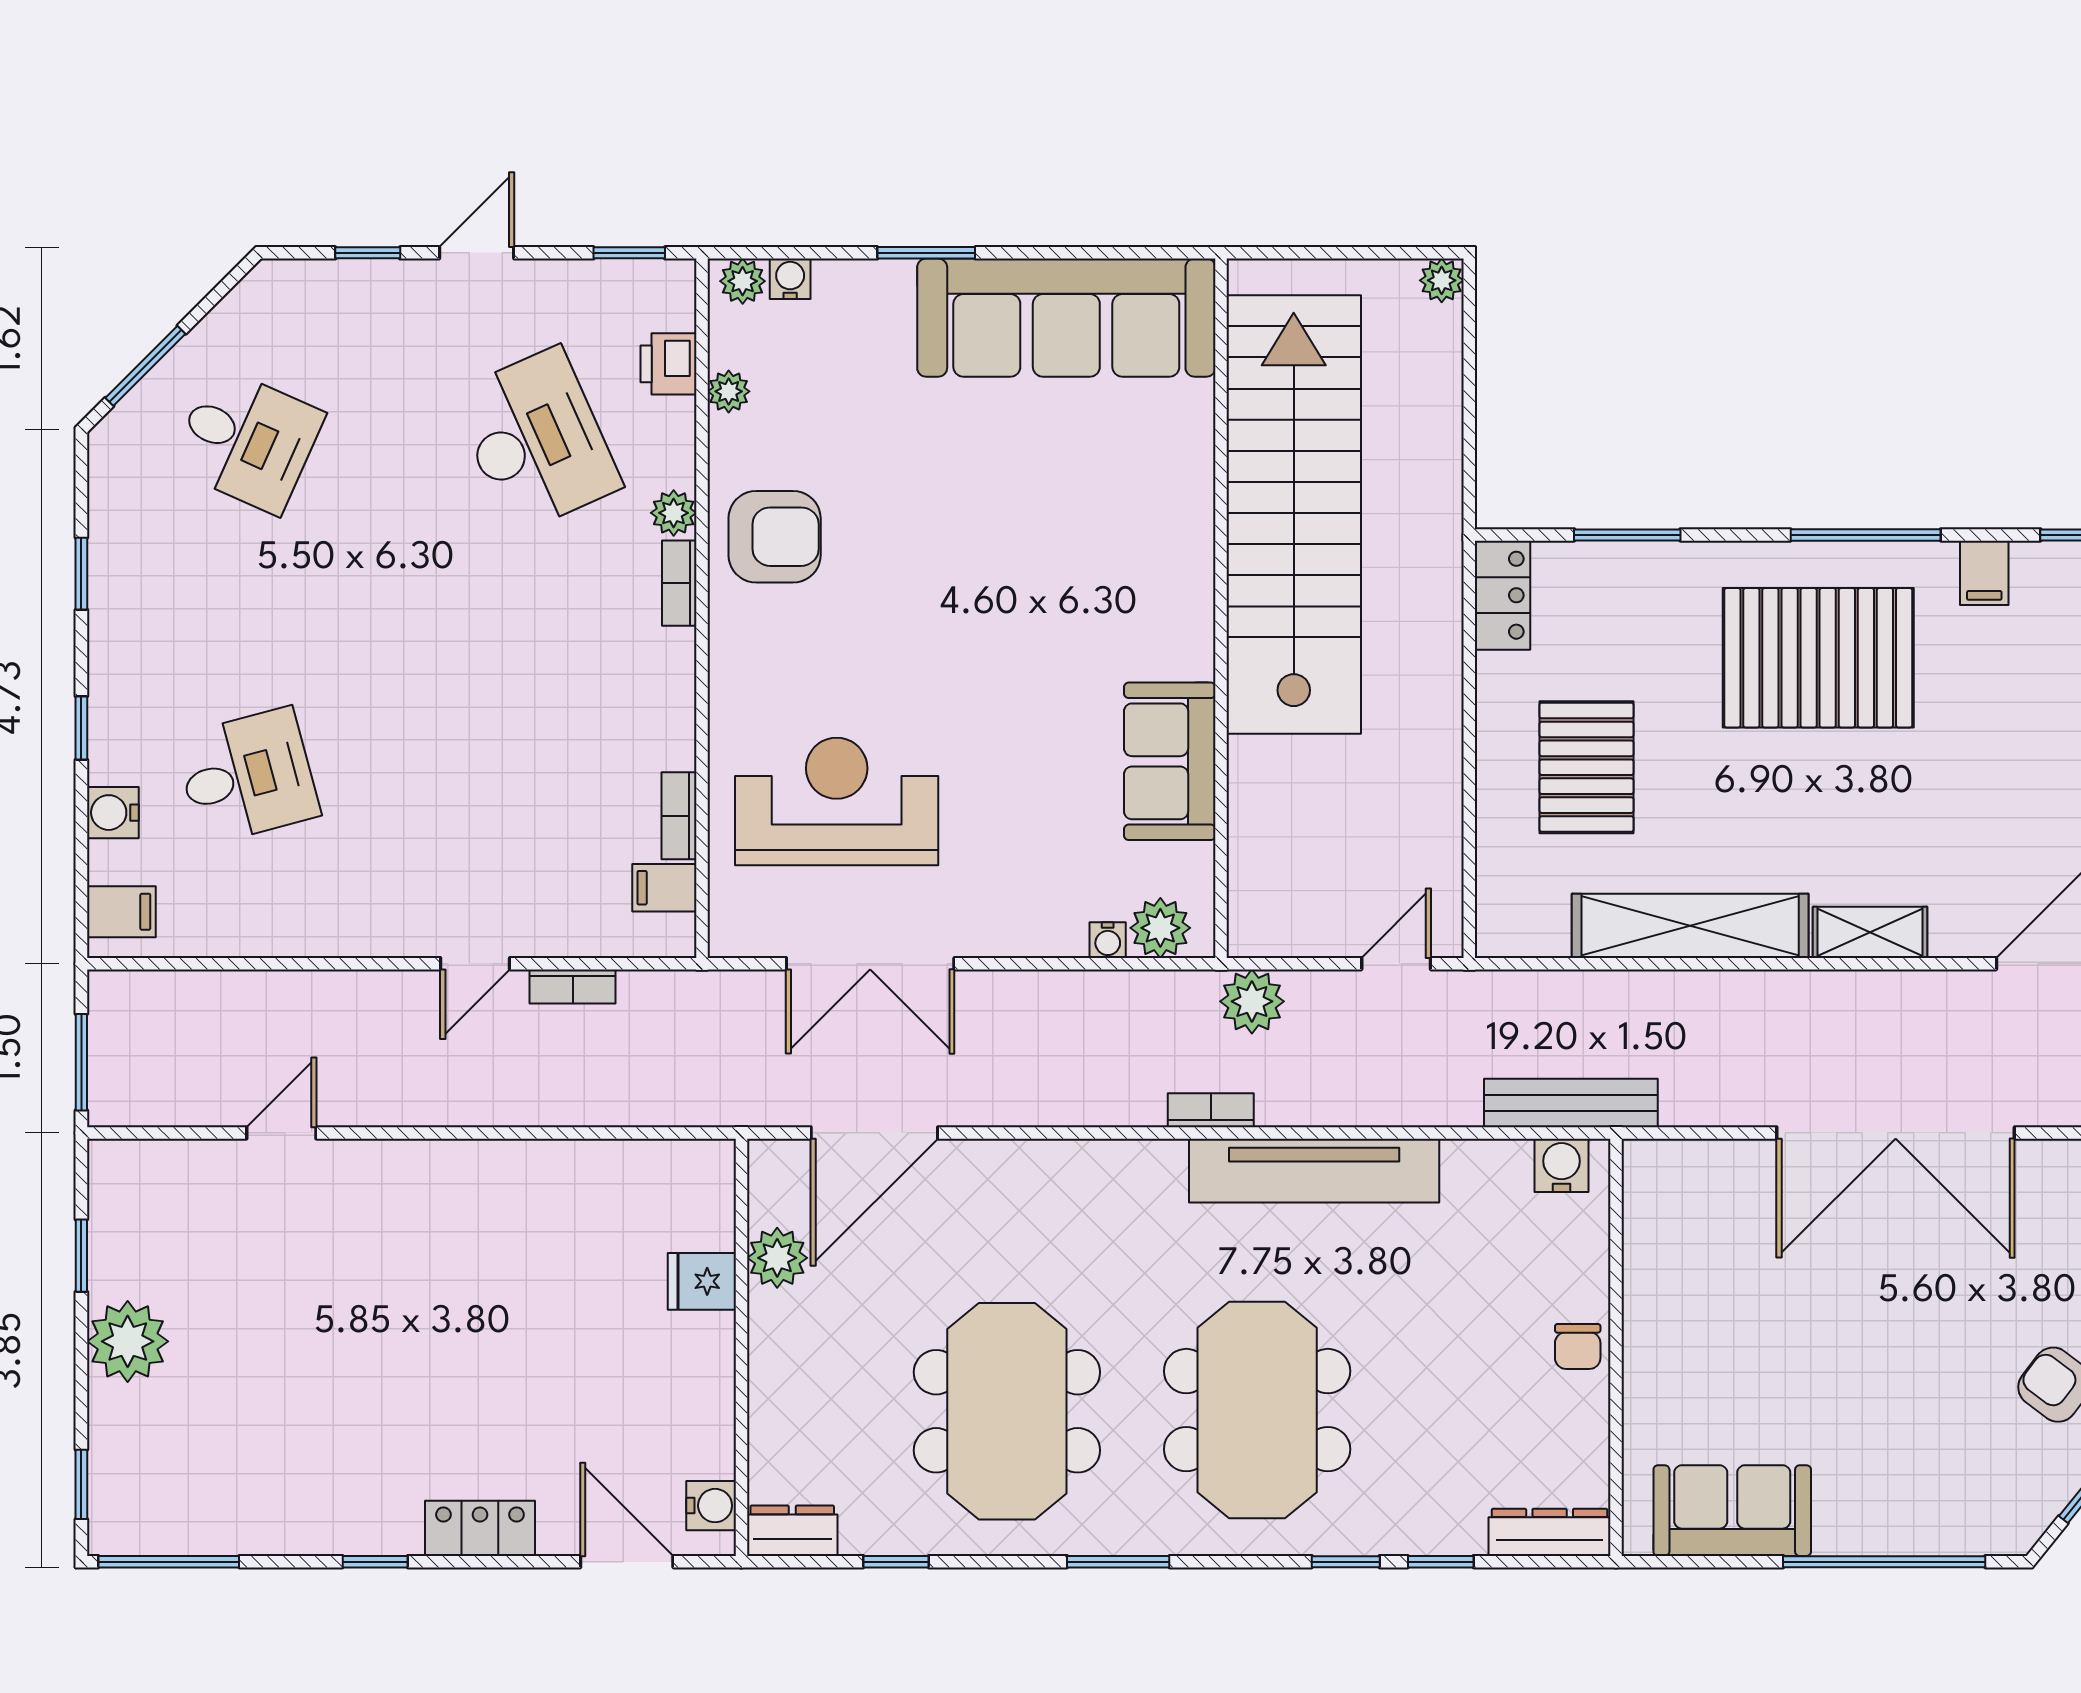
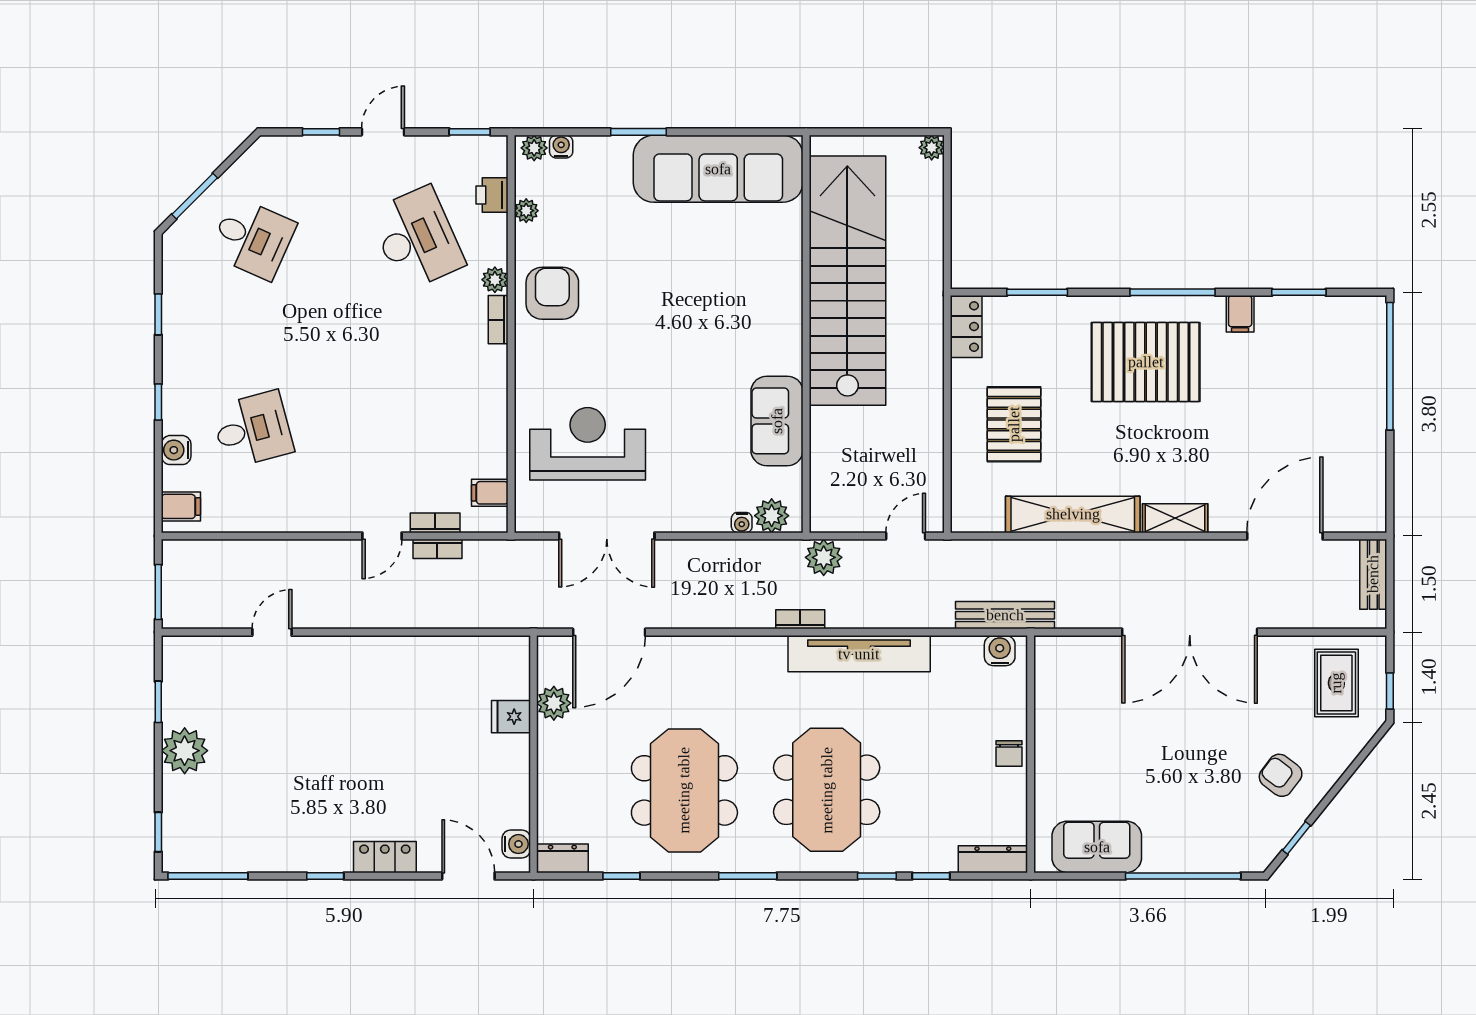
armchair: (775, 537) -> (552, 293), turned -90
bookcase: (679, 816) -> (435, 523), moved, turned 90

